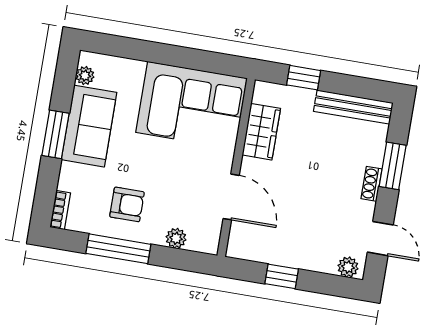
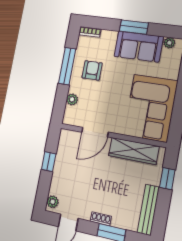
wardrobe: (261, 132) -> (134, 151), width x1.50
armchair: (127, 204) -> (92, 70), turned 180

